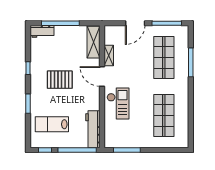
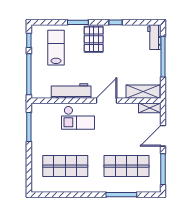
door: (135, 23) -> (163, 136), hinge flipped
shelving: (109, 56) -> (150, 108), moved
pallet: (60, 80) -> (94, 39), moved
workbench: (93, 129) -> (71, 91), moved

